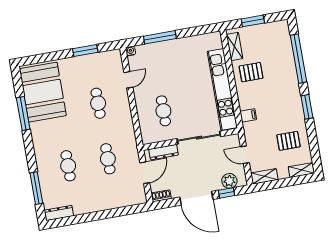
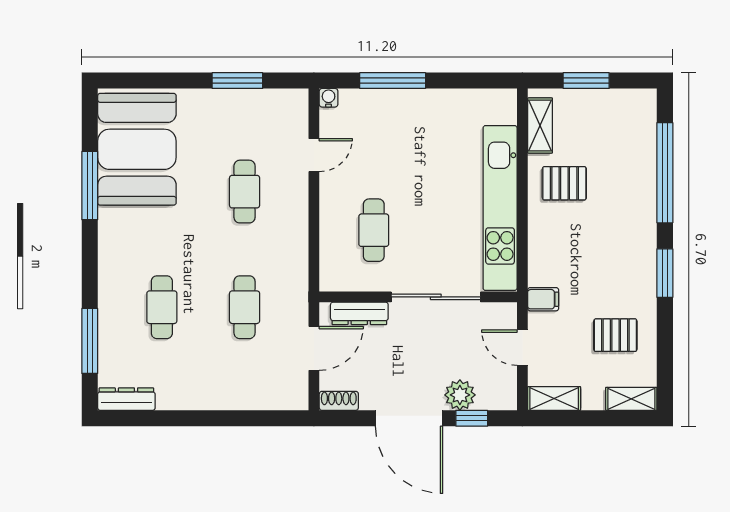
filing cabinet: (248, 115) -> (543, 299), moved
plant: (229, 181) -> (460, 395), moved

